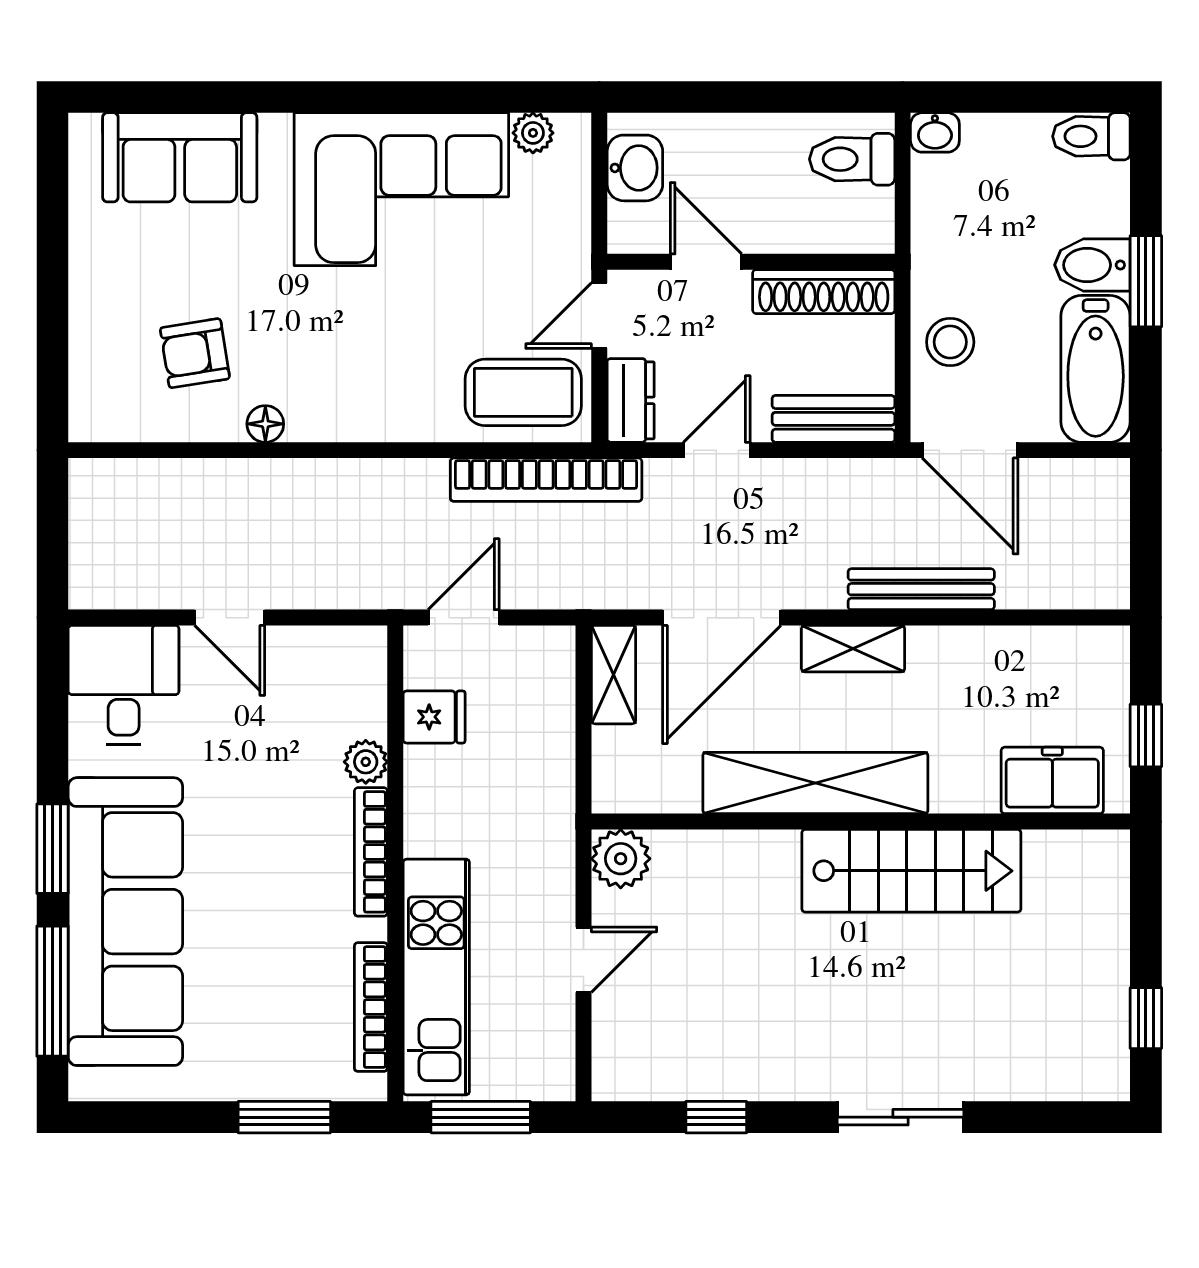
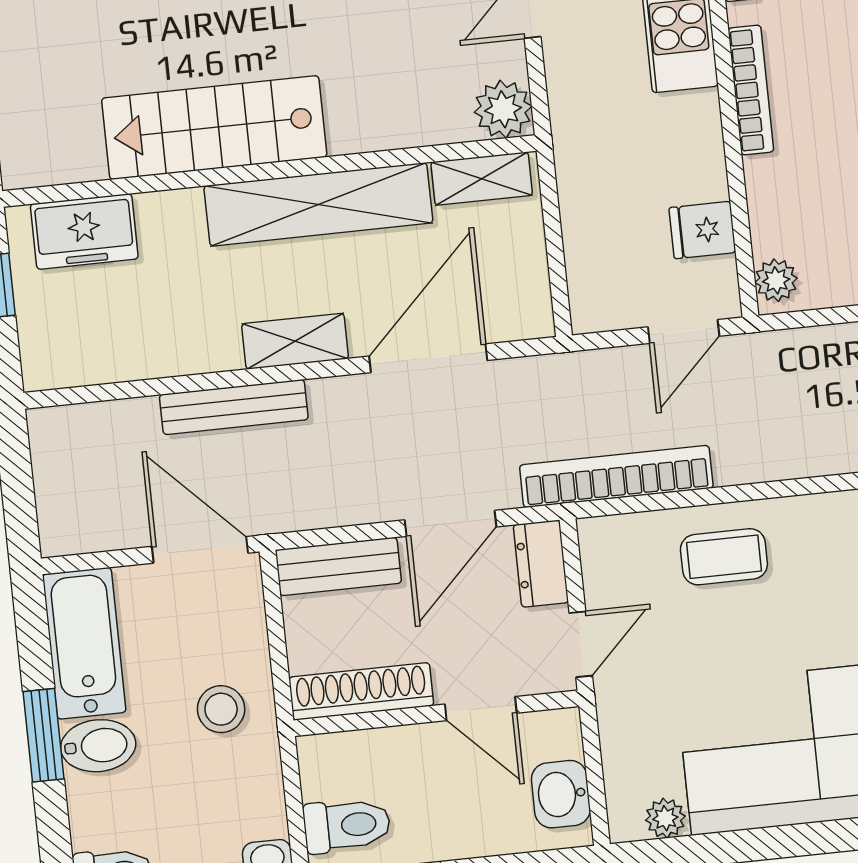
stool: (950, 342) -> (221, 709), moved
coffee table: (523, 392) -> (724, 557), moved, width x0.73, depth x0.77
door: (717, 450) -> (451, 523), width x1.38
shelving: (614, 675) -> (482, 179), moved, turned 90
plant: (366, 762) -> (776, 280), moved

